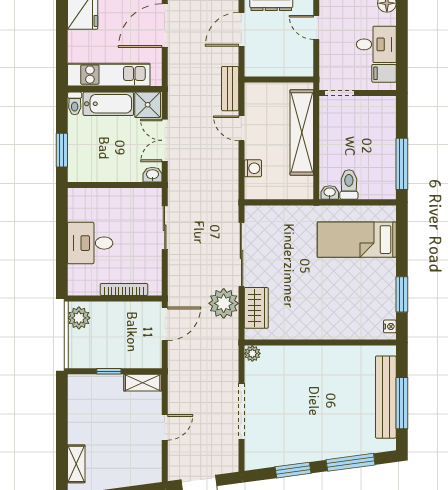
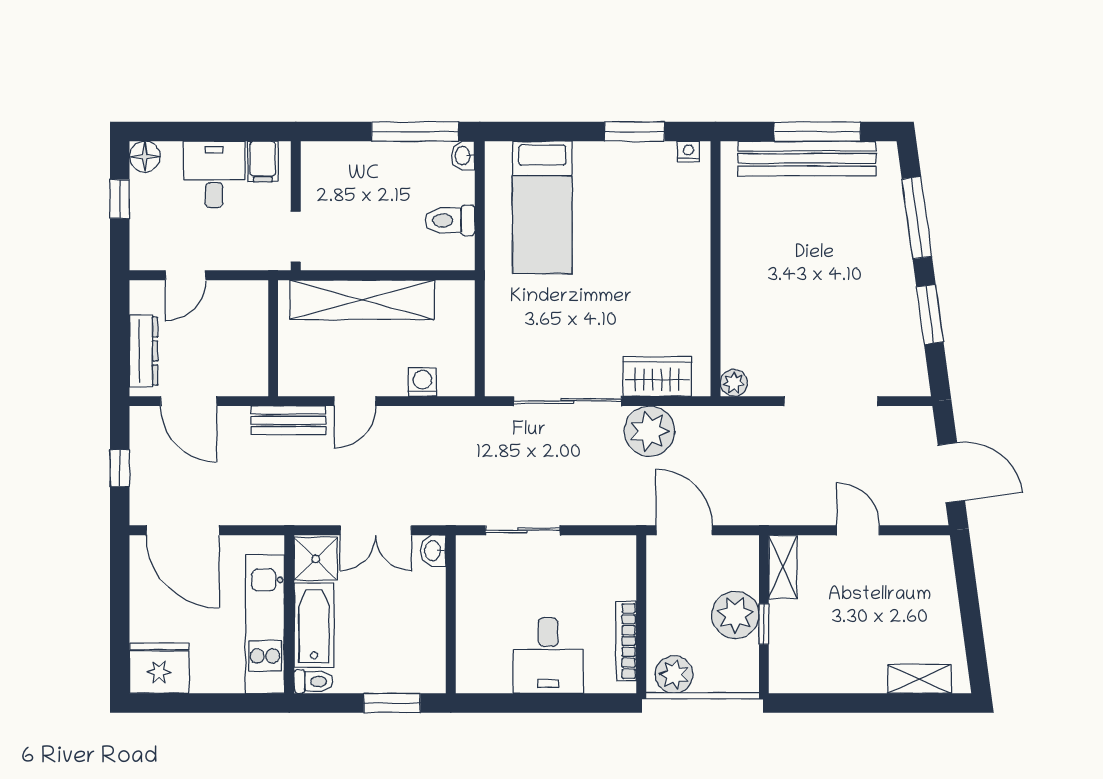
washbasin: (330, 193) -> (463, 156), moved
bookcase: (124, 289) -> (626, 641), moved
plant: (114, 354) -> (735, 615), added

